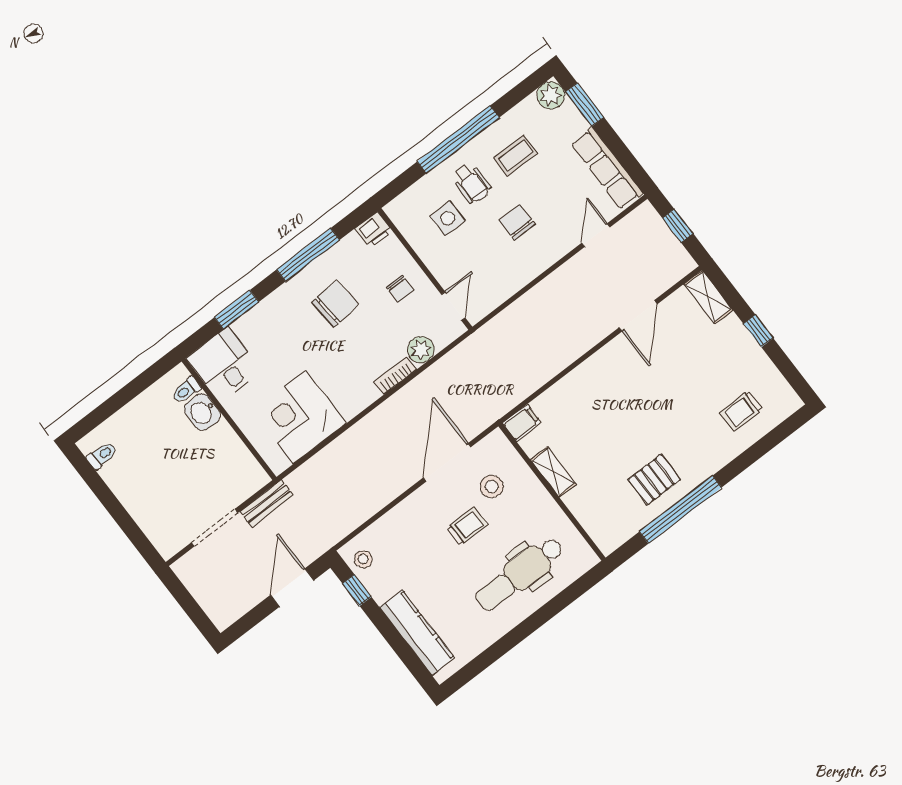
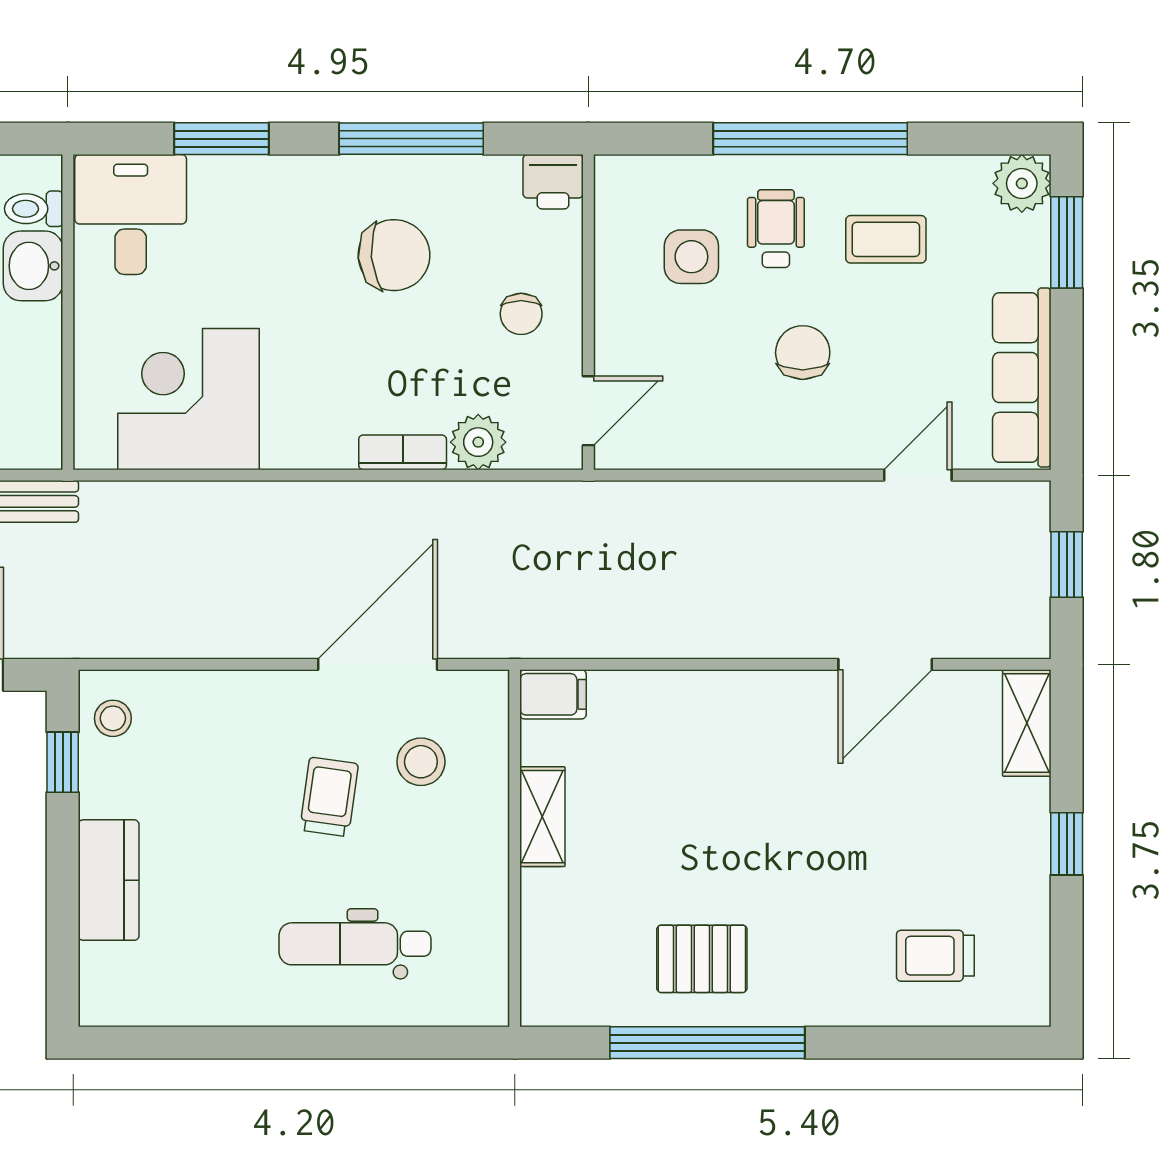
wheelchair: (471, 183) -> (776, 229), turned 180
trolley: (467, 526) -> (329, 797), turned -82
dental chair: (519, 574) -> (355, 944), width x0.73, depth x0.72
kitchen counter: (417, 633) -> (109, 880), width x0.67

